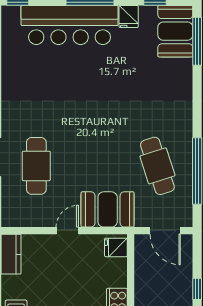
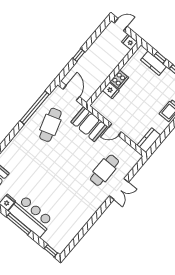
bar counter: (70, 25) -> (31, 216), width x0.73
fridge: (116, 247) -> (111, 91), moved

